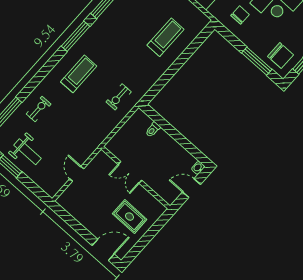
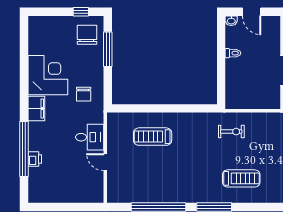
chair: (240, 15) -> (84, 94), turned -90
treadmill: (79, 74) -> (241, 178), turned 180
toilet: (153, 130) -> (233, 53), moved

